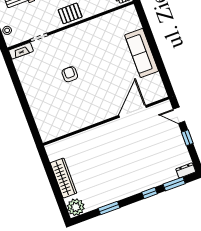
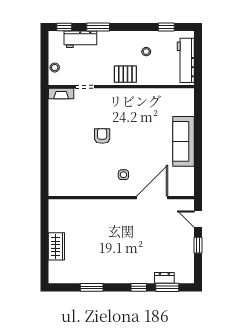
side table: (100, 101) -> (123, 175), added
dresser: (186, 170) -> (164, 278), moved
wardrobe: (63, 178) -> (56, 246), width x0.67
plant: (76, 207) -> (58, 274), removed

